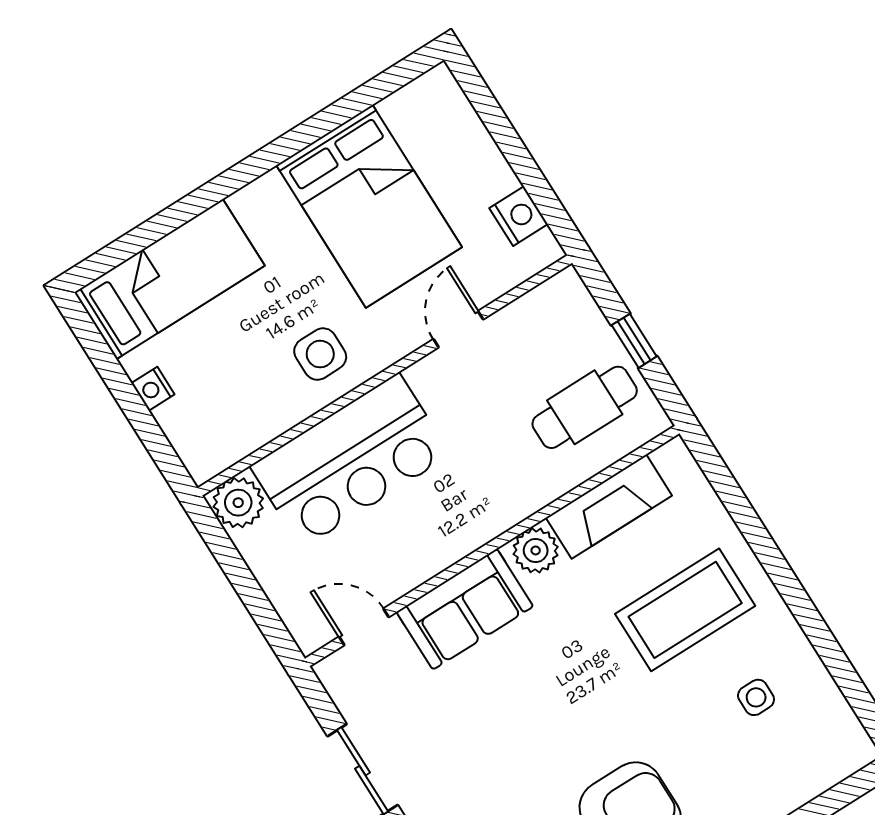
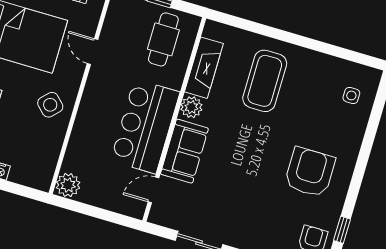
side table: (320, 354) -> (50, 105), turned 45
bar counter: (350, 461) -> (145, 126), moved, turned 180
side table: (756, 697) -> (351, 95), moved

